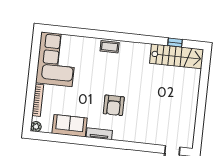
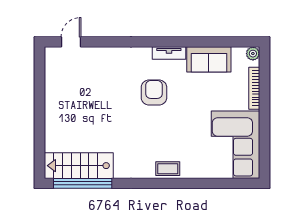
window: (175, 43) -> (83, 183), width x3.17

